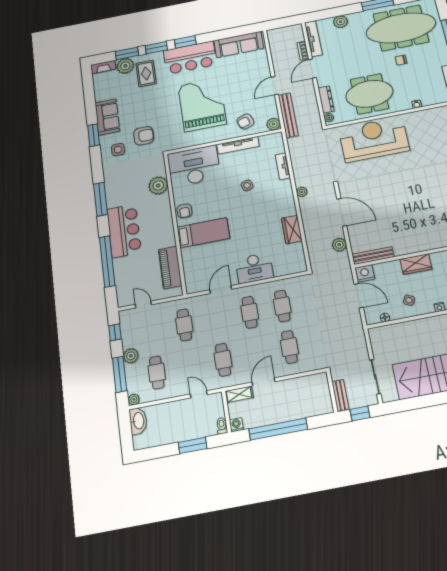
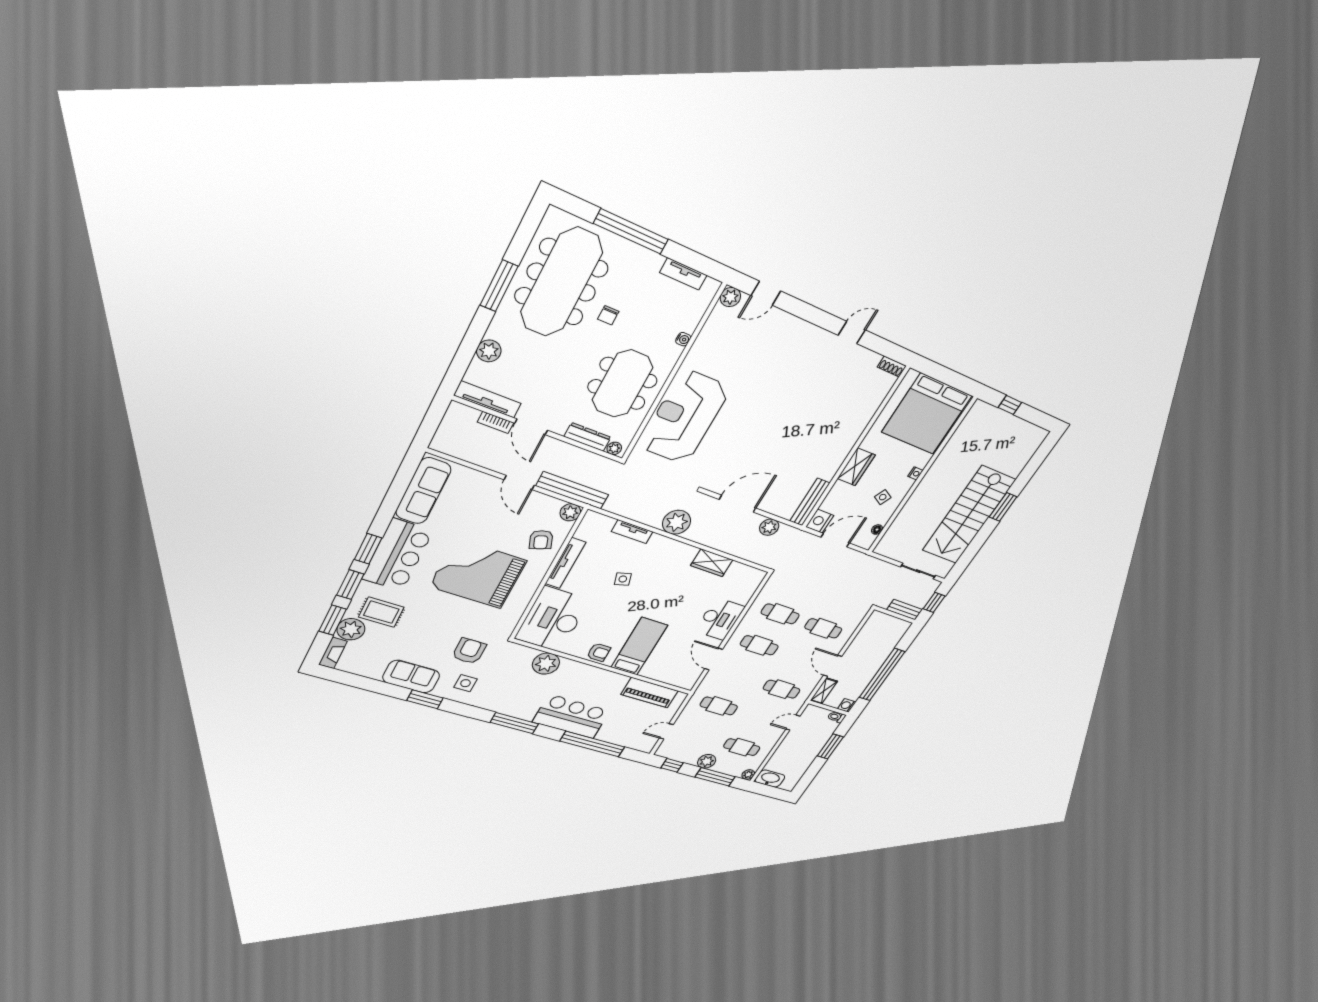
plant: (302, 192) -> (677, 522), width x1.87, depth x1.87

